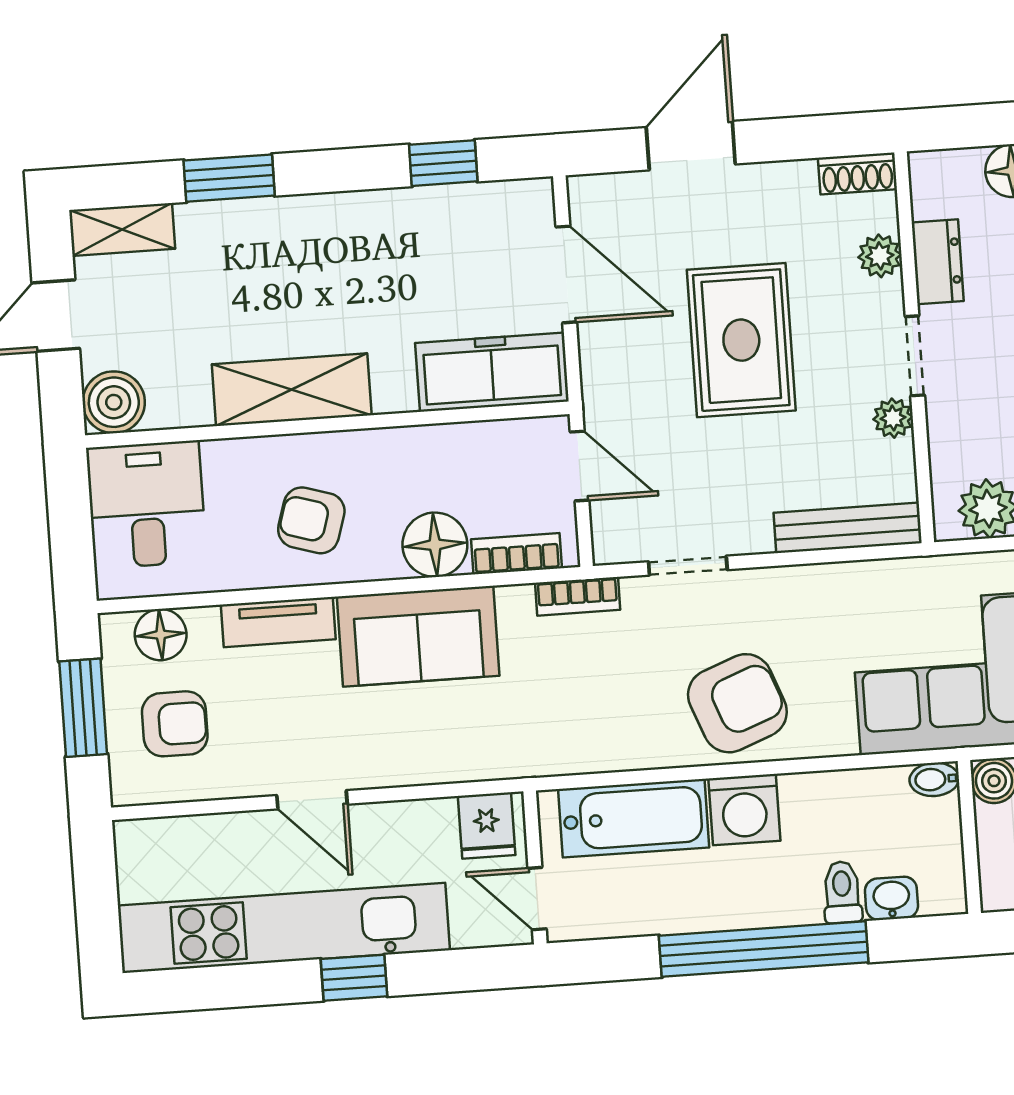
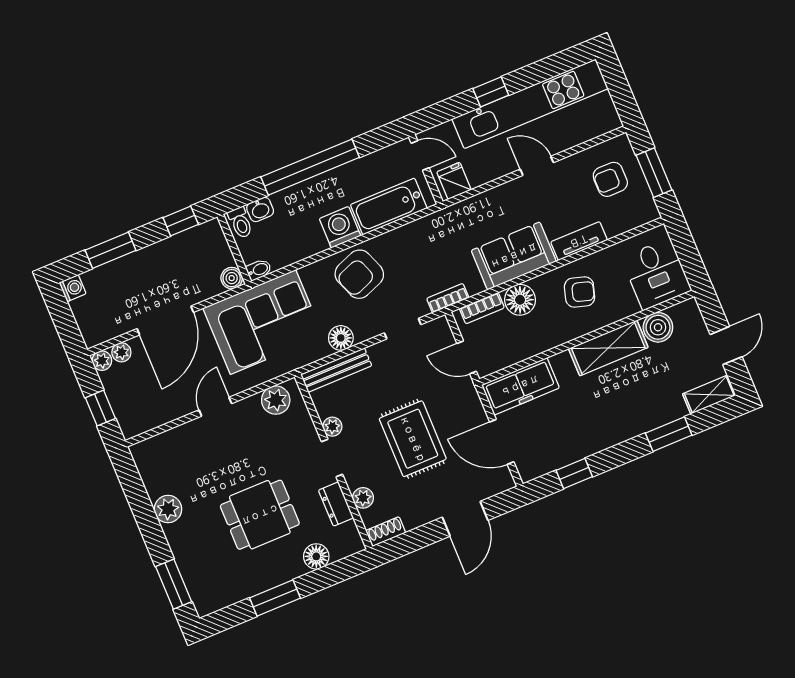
boiler: (114, 402) -> (658, 327), moved
floor lamp: (161, 635) -> (341, 338), moved
toilet: (842, 892) -> (240, 223), moved

